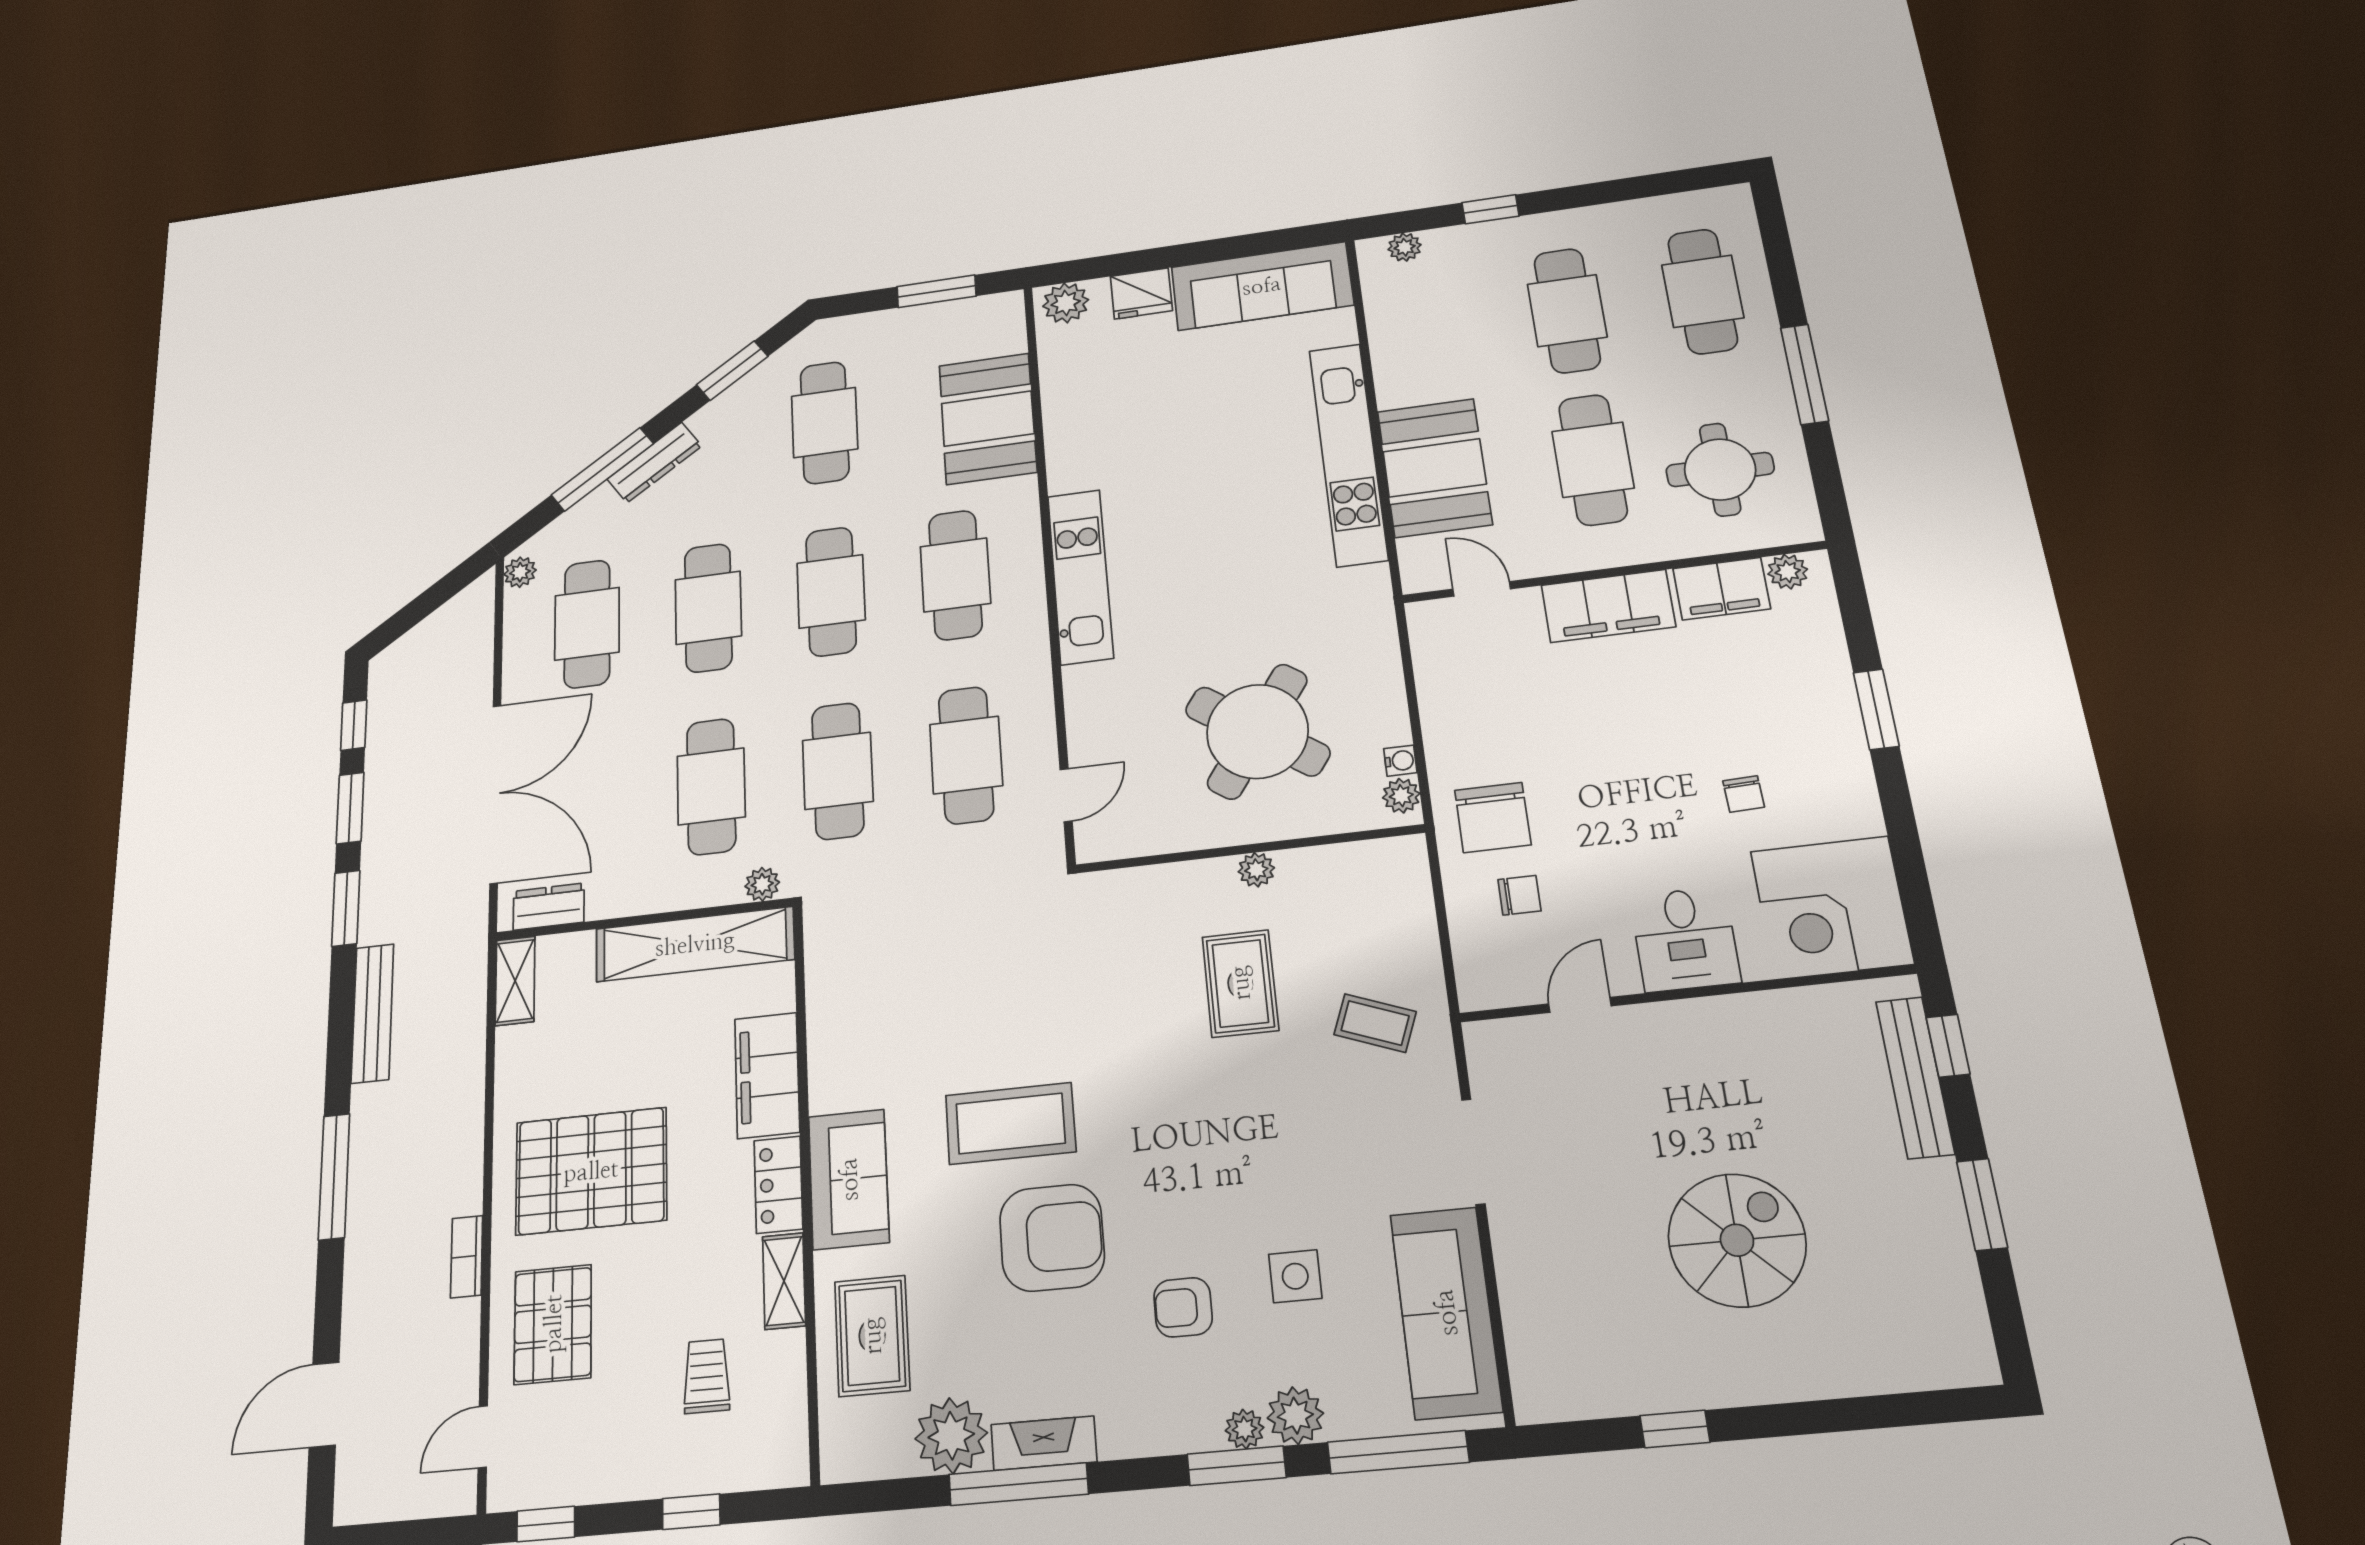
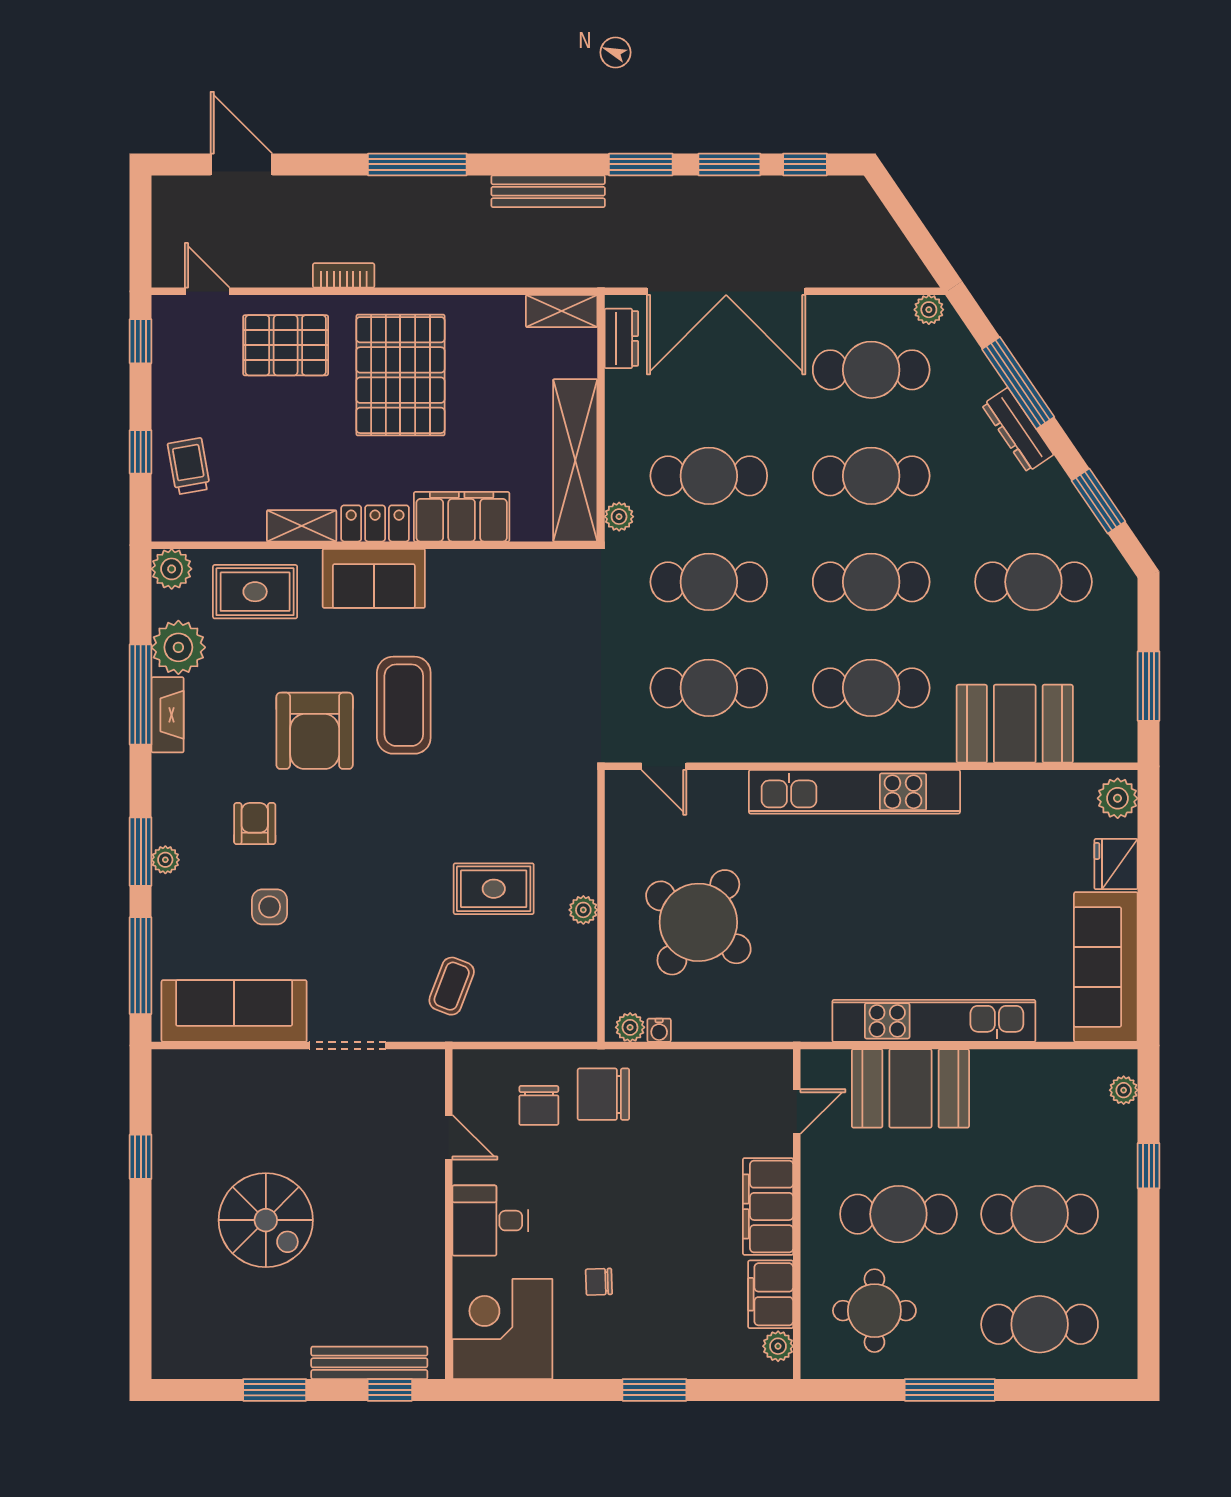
kitchen unit: (1080, 577) -> (854, 792), width x1.36
chair: (1519, 895) -> (539, 1105), width x1.37, depth x1.37
trolley: (707, 1376) -> (189, 466), moved, turned -100
plant: (1295, 1416) -> (172, 569), moved

